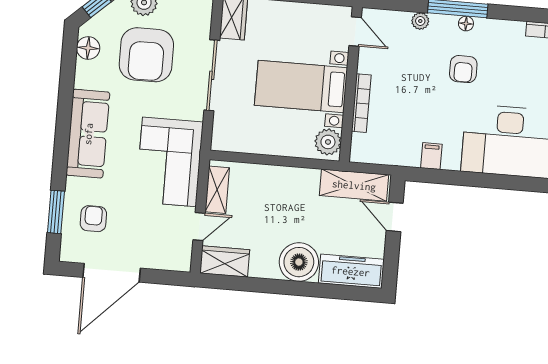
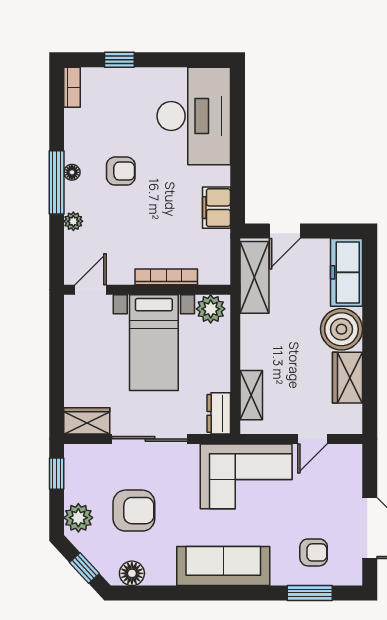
armchair: (146, 55) -> (134, 511), width x0.73, depth x0.73
dresser: (230, 141) -> (219, 413), added
filing cabinet: (431, 156) -> (216, 208), width x2.00
shelving: (217, 190) -> (251, 395), moved, turned 90
armchair: (93, 219) -> (314, 552), turned 180
door: (199, 227) -> (312, 439), swing flipped
wardrobe: (225, 261) -> (348, 378), moved

